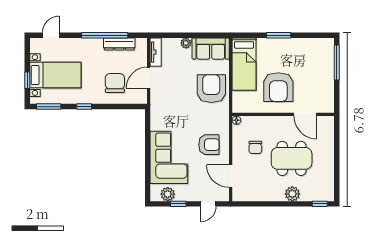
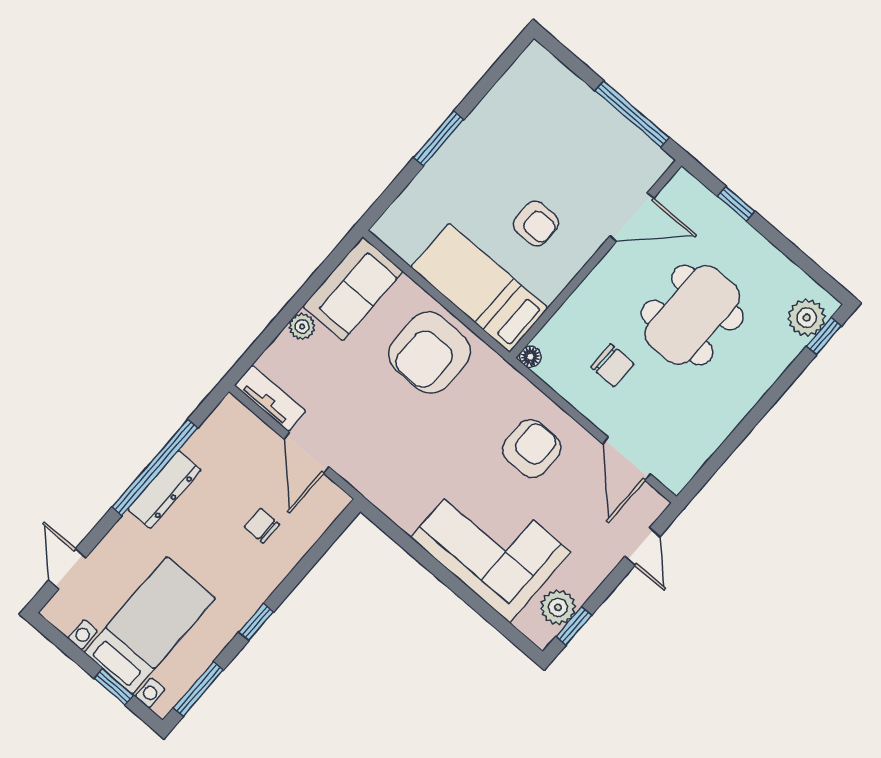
dresser: (119, 44) -> (164, 489), moved
window: (337, 63) -> (632, 114), moved
bed: (244, 64) -> (479, 288), moved, turned 180
chair: (115, 83) -> (262, 526), width x0.54, depth x0.54
armchair: (278, 87) -> (536, 224), width x0.53, depth x0.53
armchair: (211, 89) -> (430, 353), turned -90
window: (337, 143) -> (736, 204), added
door: (231, 176) -> (627, 459), hinge flipped
plant: (292, 194) -> (807, 318), moved
window: (178, 204) -> (574, 626), moved

